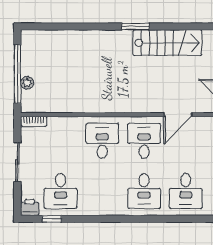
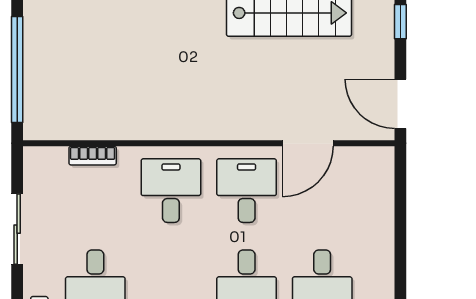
plant: (27, 83) -> (35, 86), removed
bookcase: (34, 121) -> (93, 156), moved

